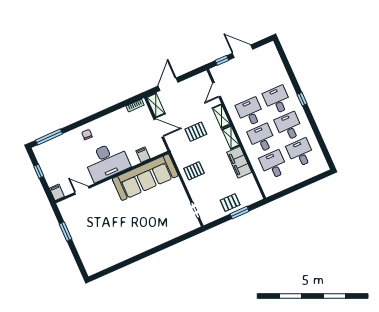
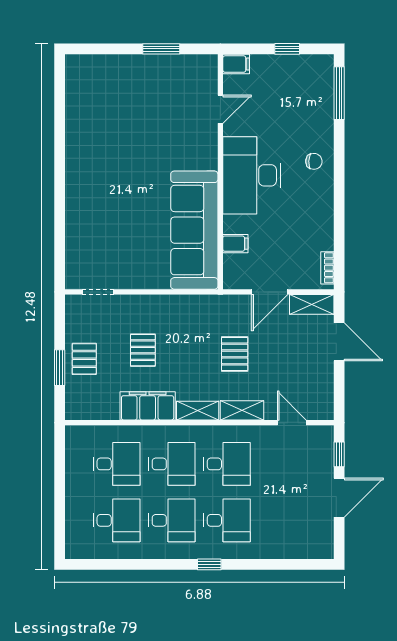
pallet: (194, 171) -> (143, 350), moved

